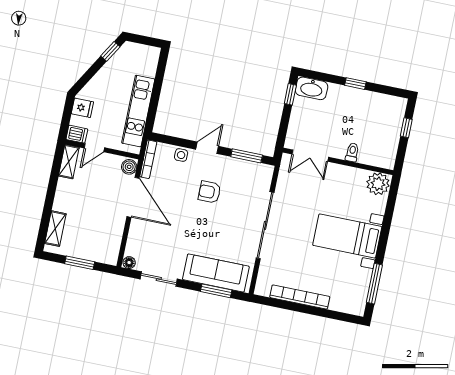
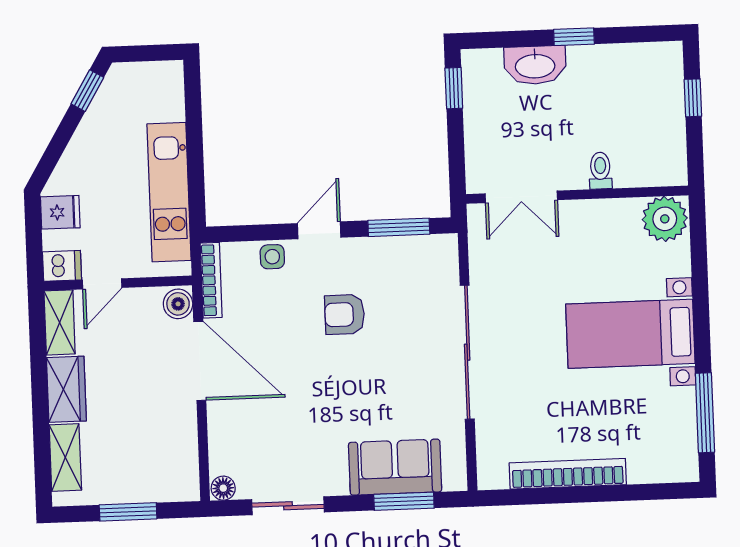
washbasin: (312, 88) -> (535, 65), moved
wardrobe: (64, 195) -> (66, 389), added
sofa: (216, 273) -> (395, 467), width x0.73

